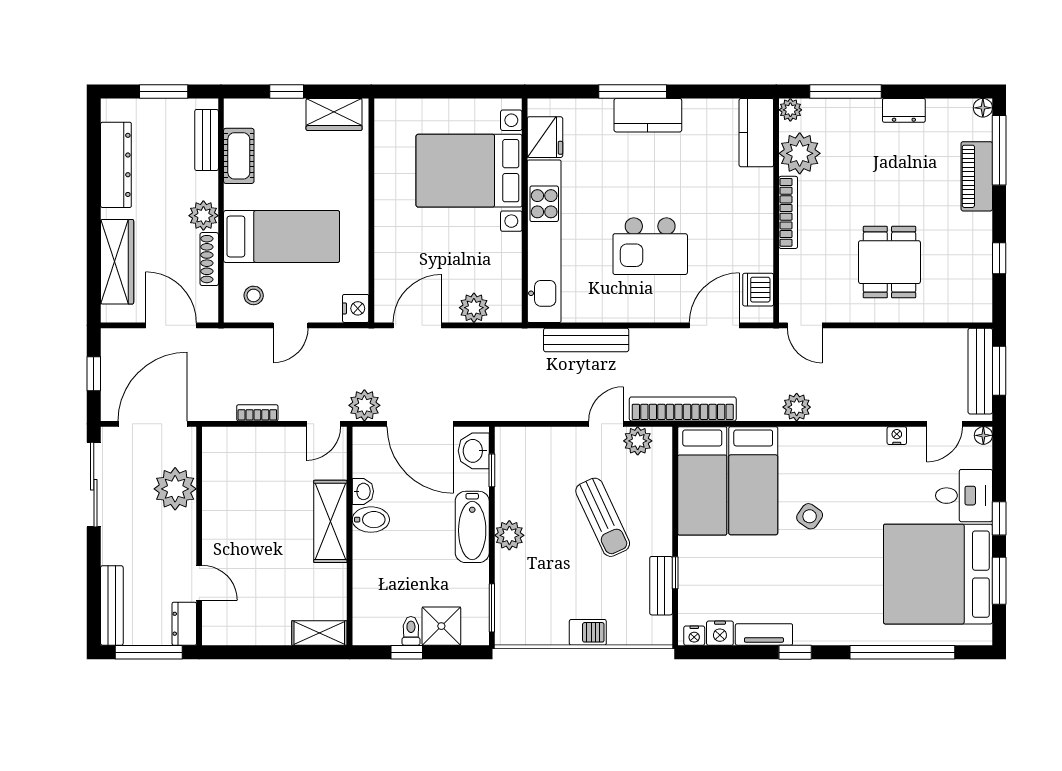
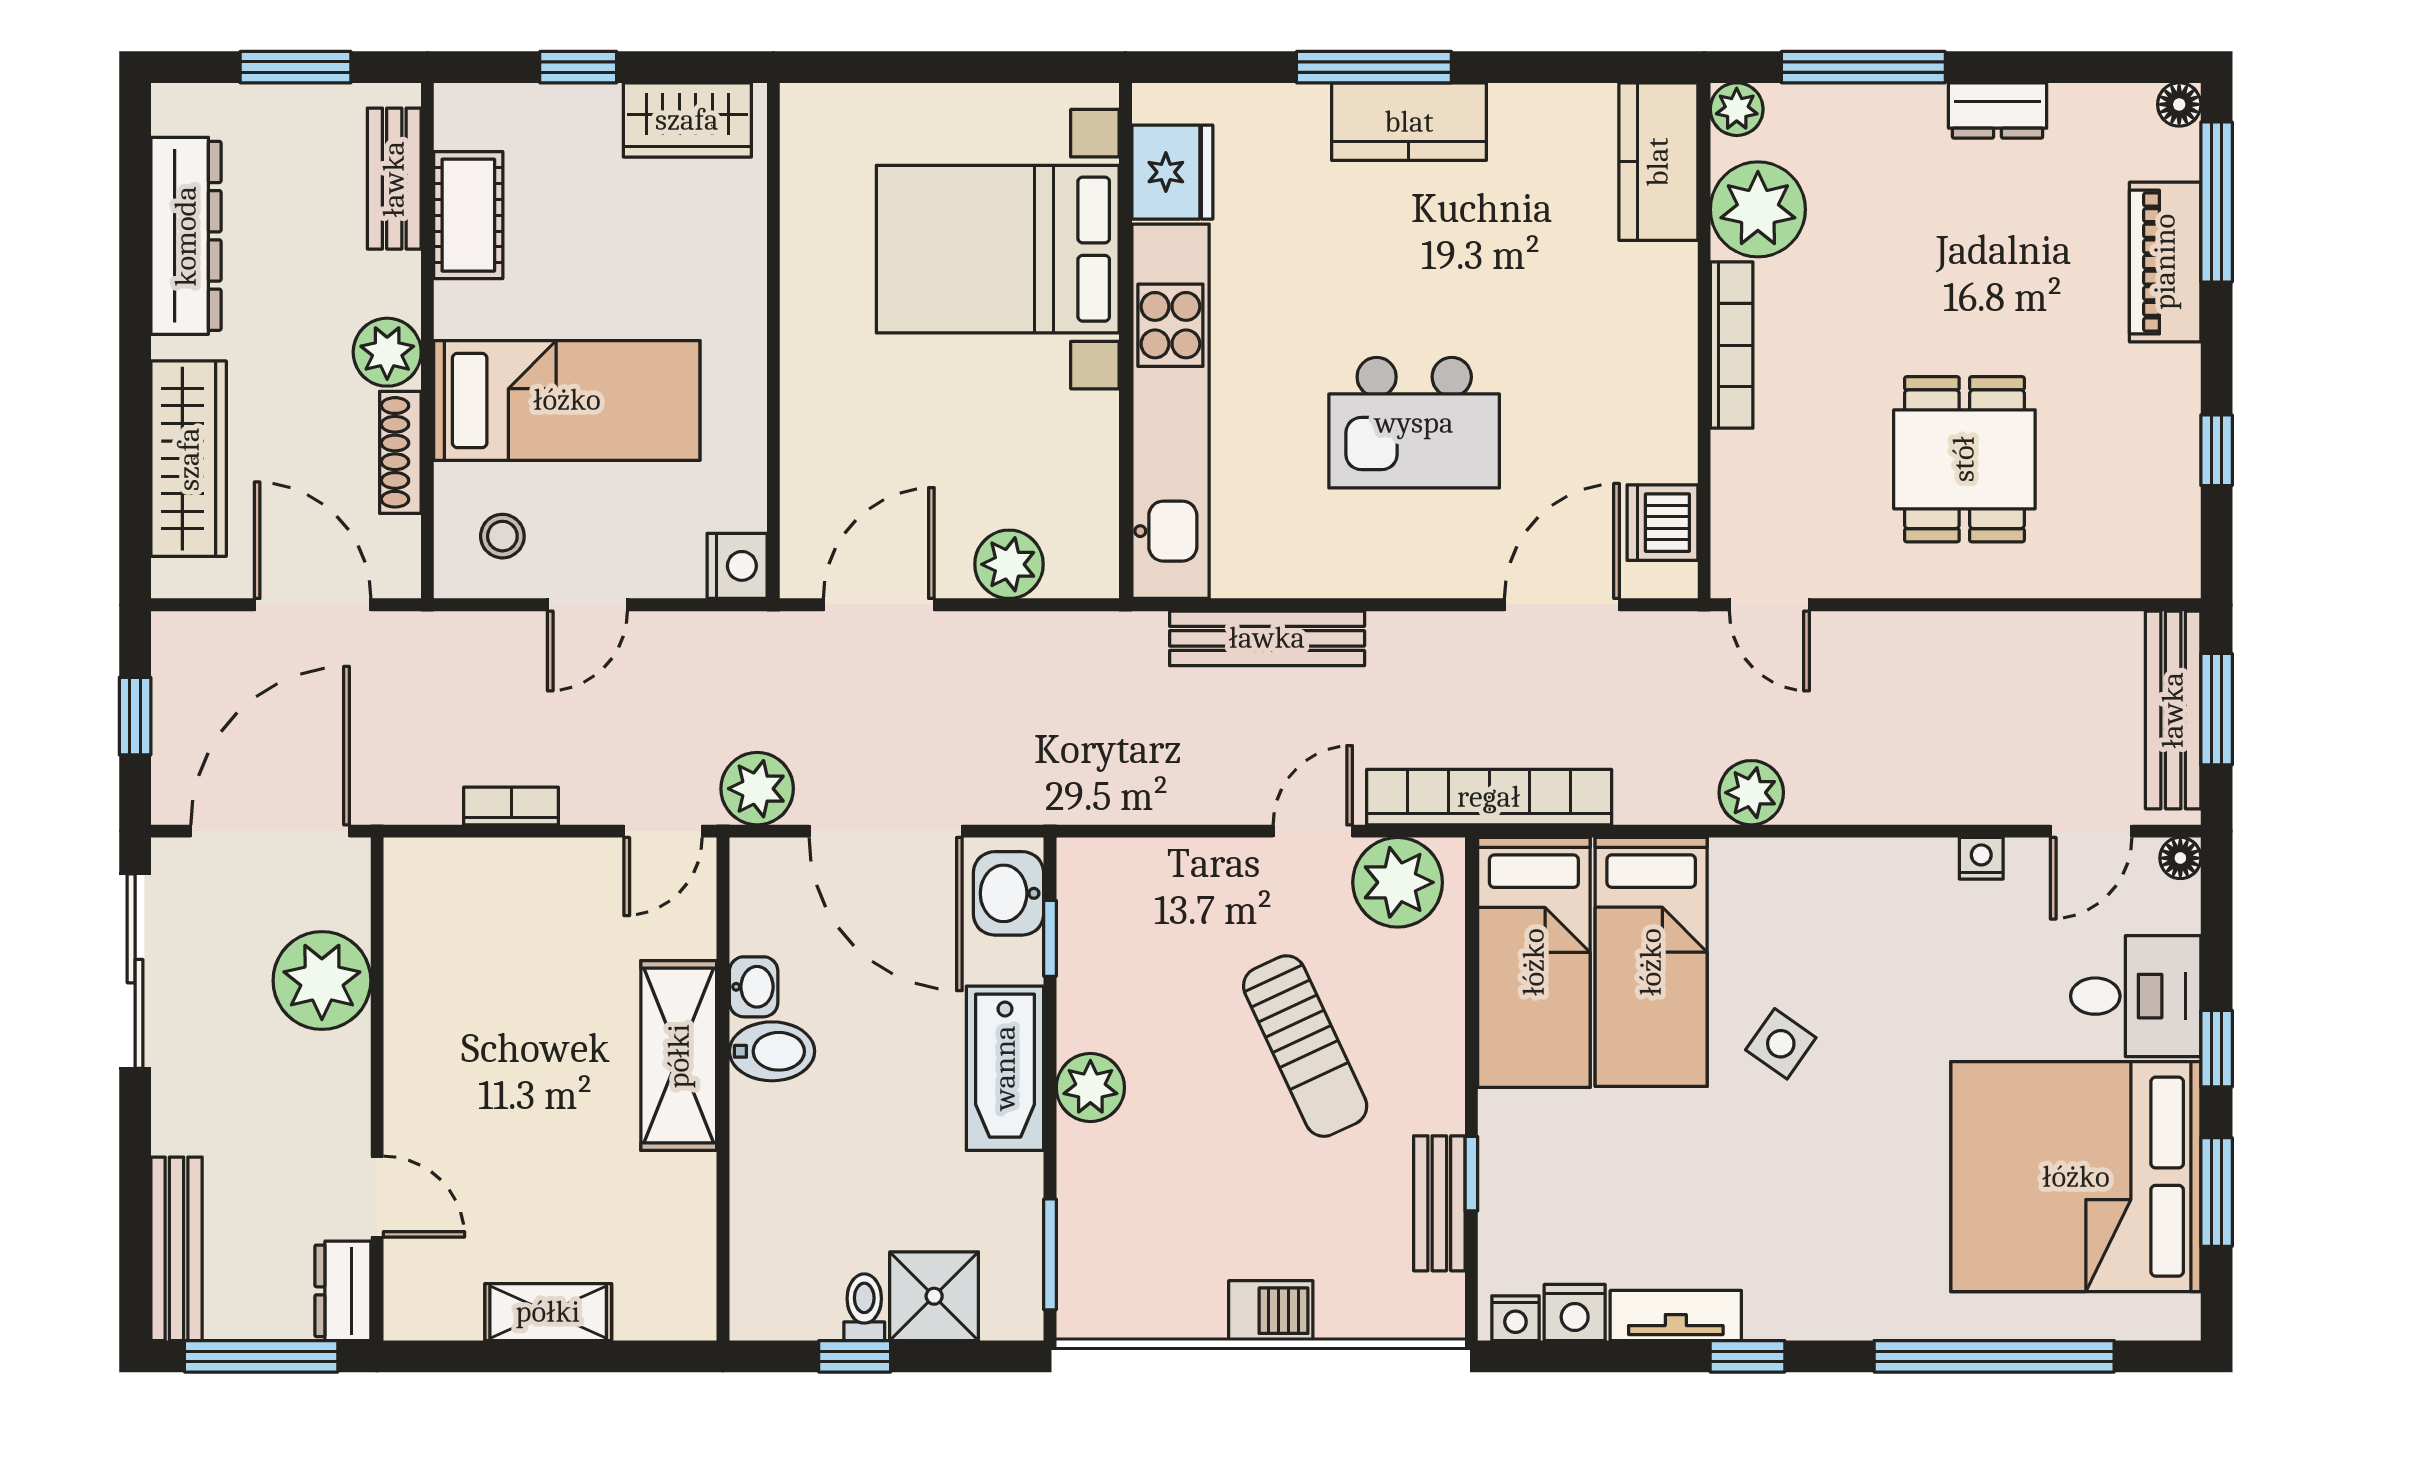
plant: (638, 441) -> (1398, 882), width x1.36, depth x1.36
shelving: (319, 633) -> (548, 1312), moved

